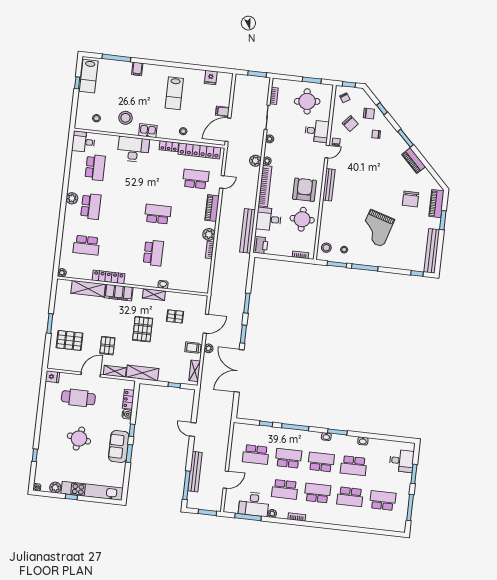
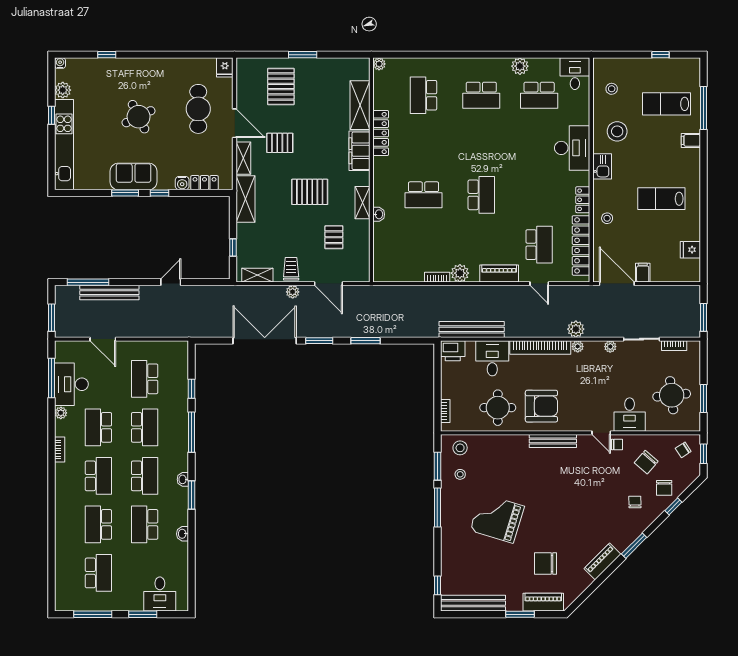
lab bench: (89, 76) -> (666, 104), moved
plant: (72, 198) -> (520, 66), moved
round table: (79, 439) -> (139, 117), turned -37

